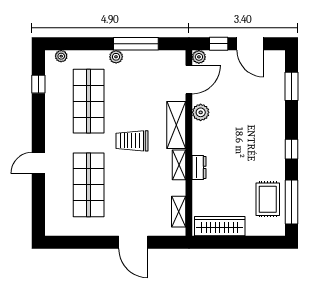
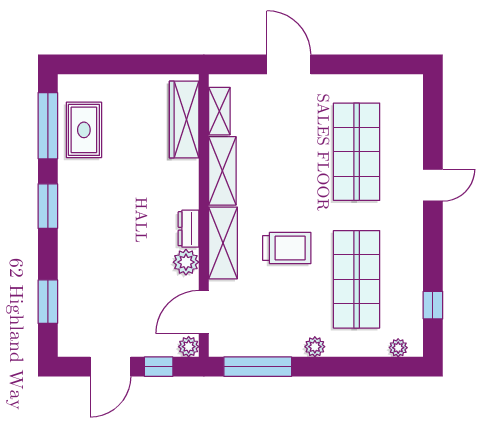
window: (136, 44) -> (258, 367), moved
door: (250, 44) -> (110, 367), swing flipped
trolley: (132, 141) -> (287, 248), moved
window: (291, 149) -> (48, 206), width x1.50
shelving: (179, 165) -> (222, 171), width x1.50, depth x1.33
dresser: (199, 167) -> (189, 229), moved
wardrobe: (220, 226) -> (184, 120), moved, turned 90

